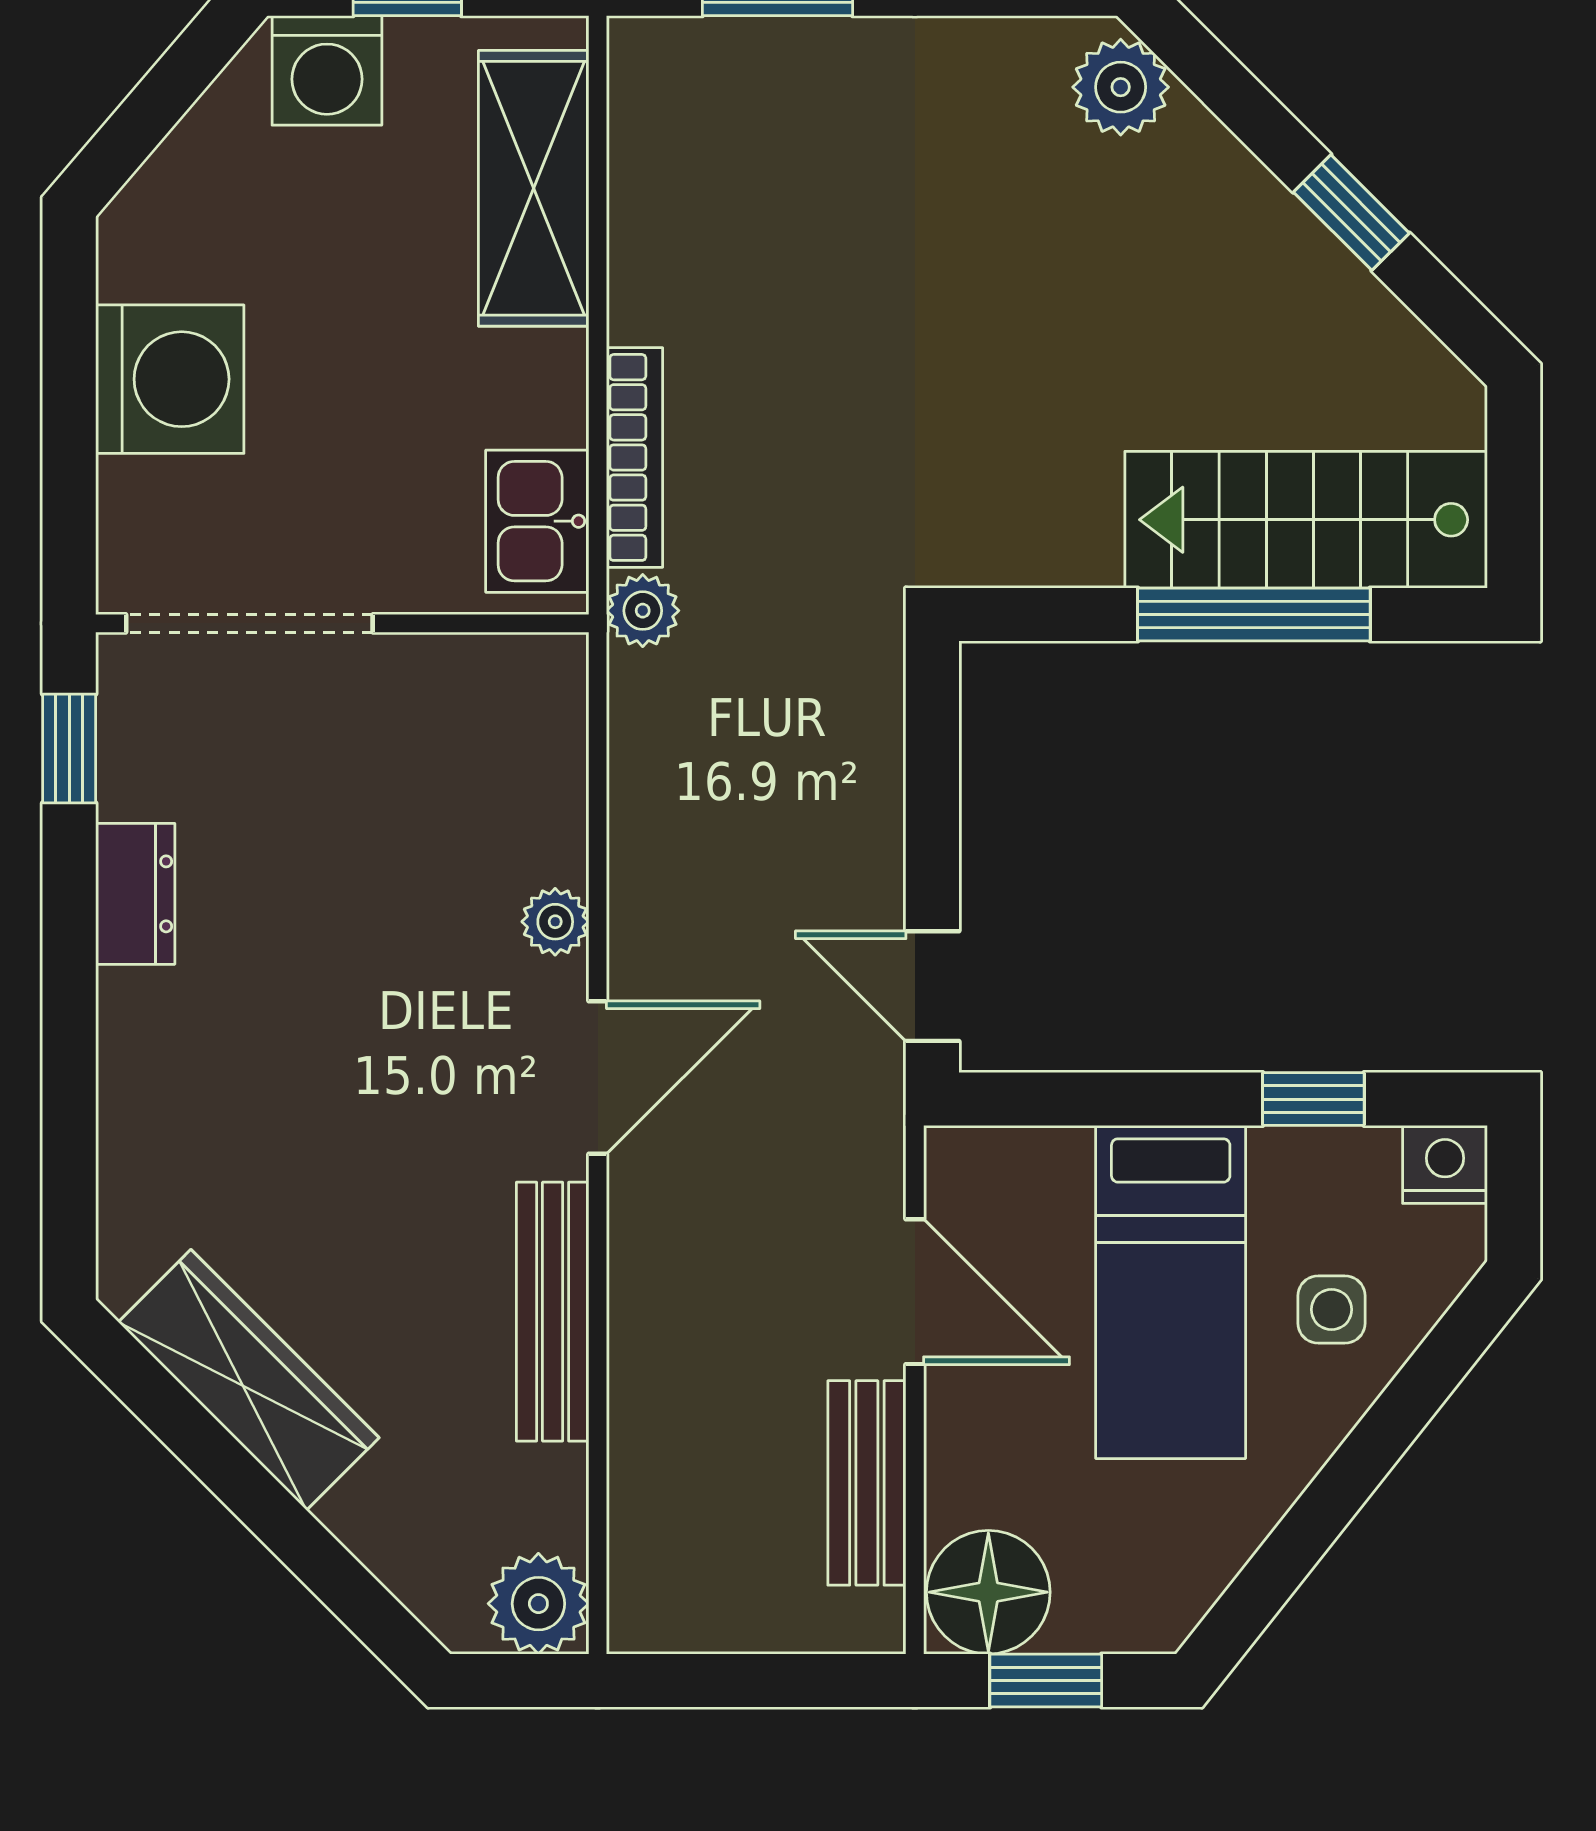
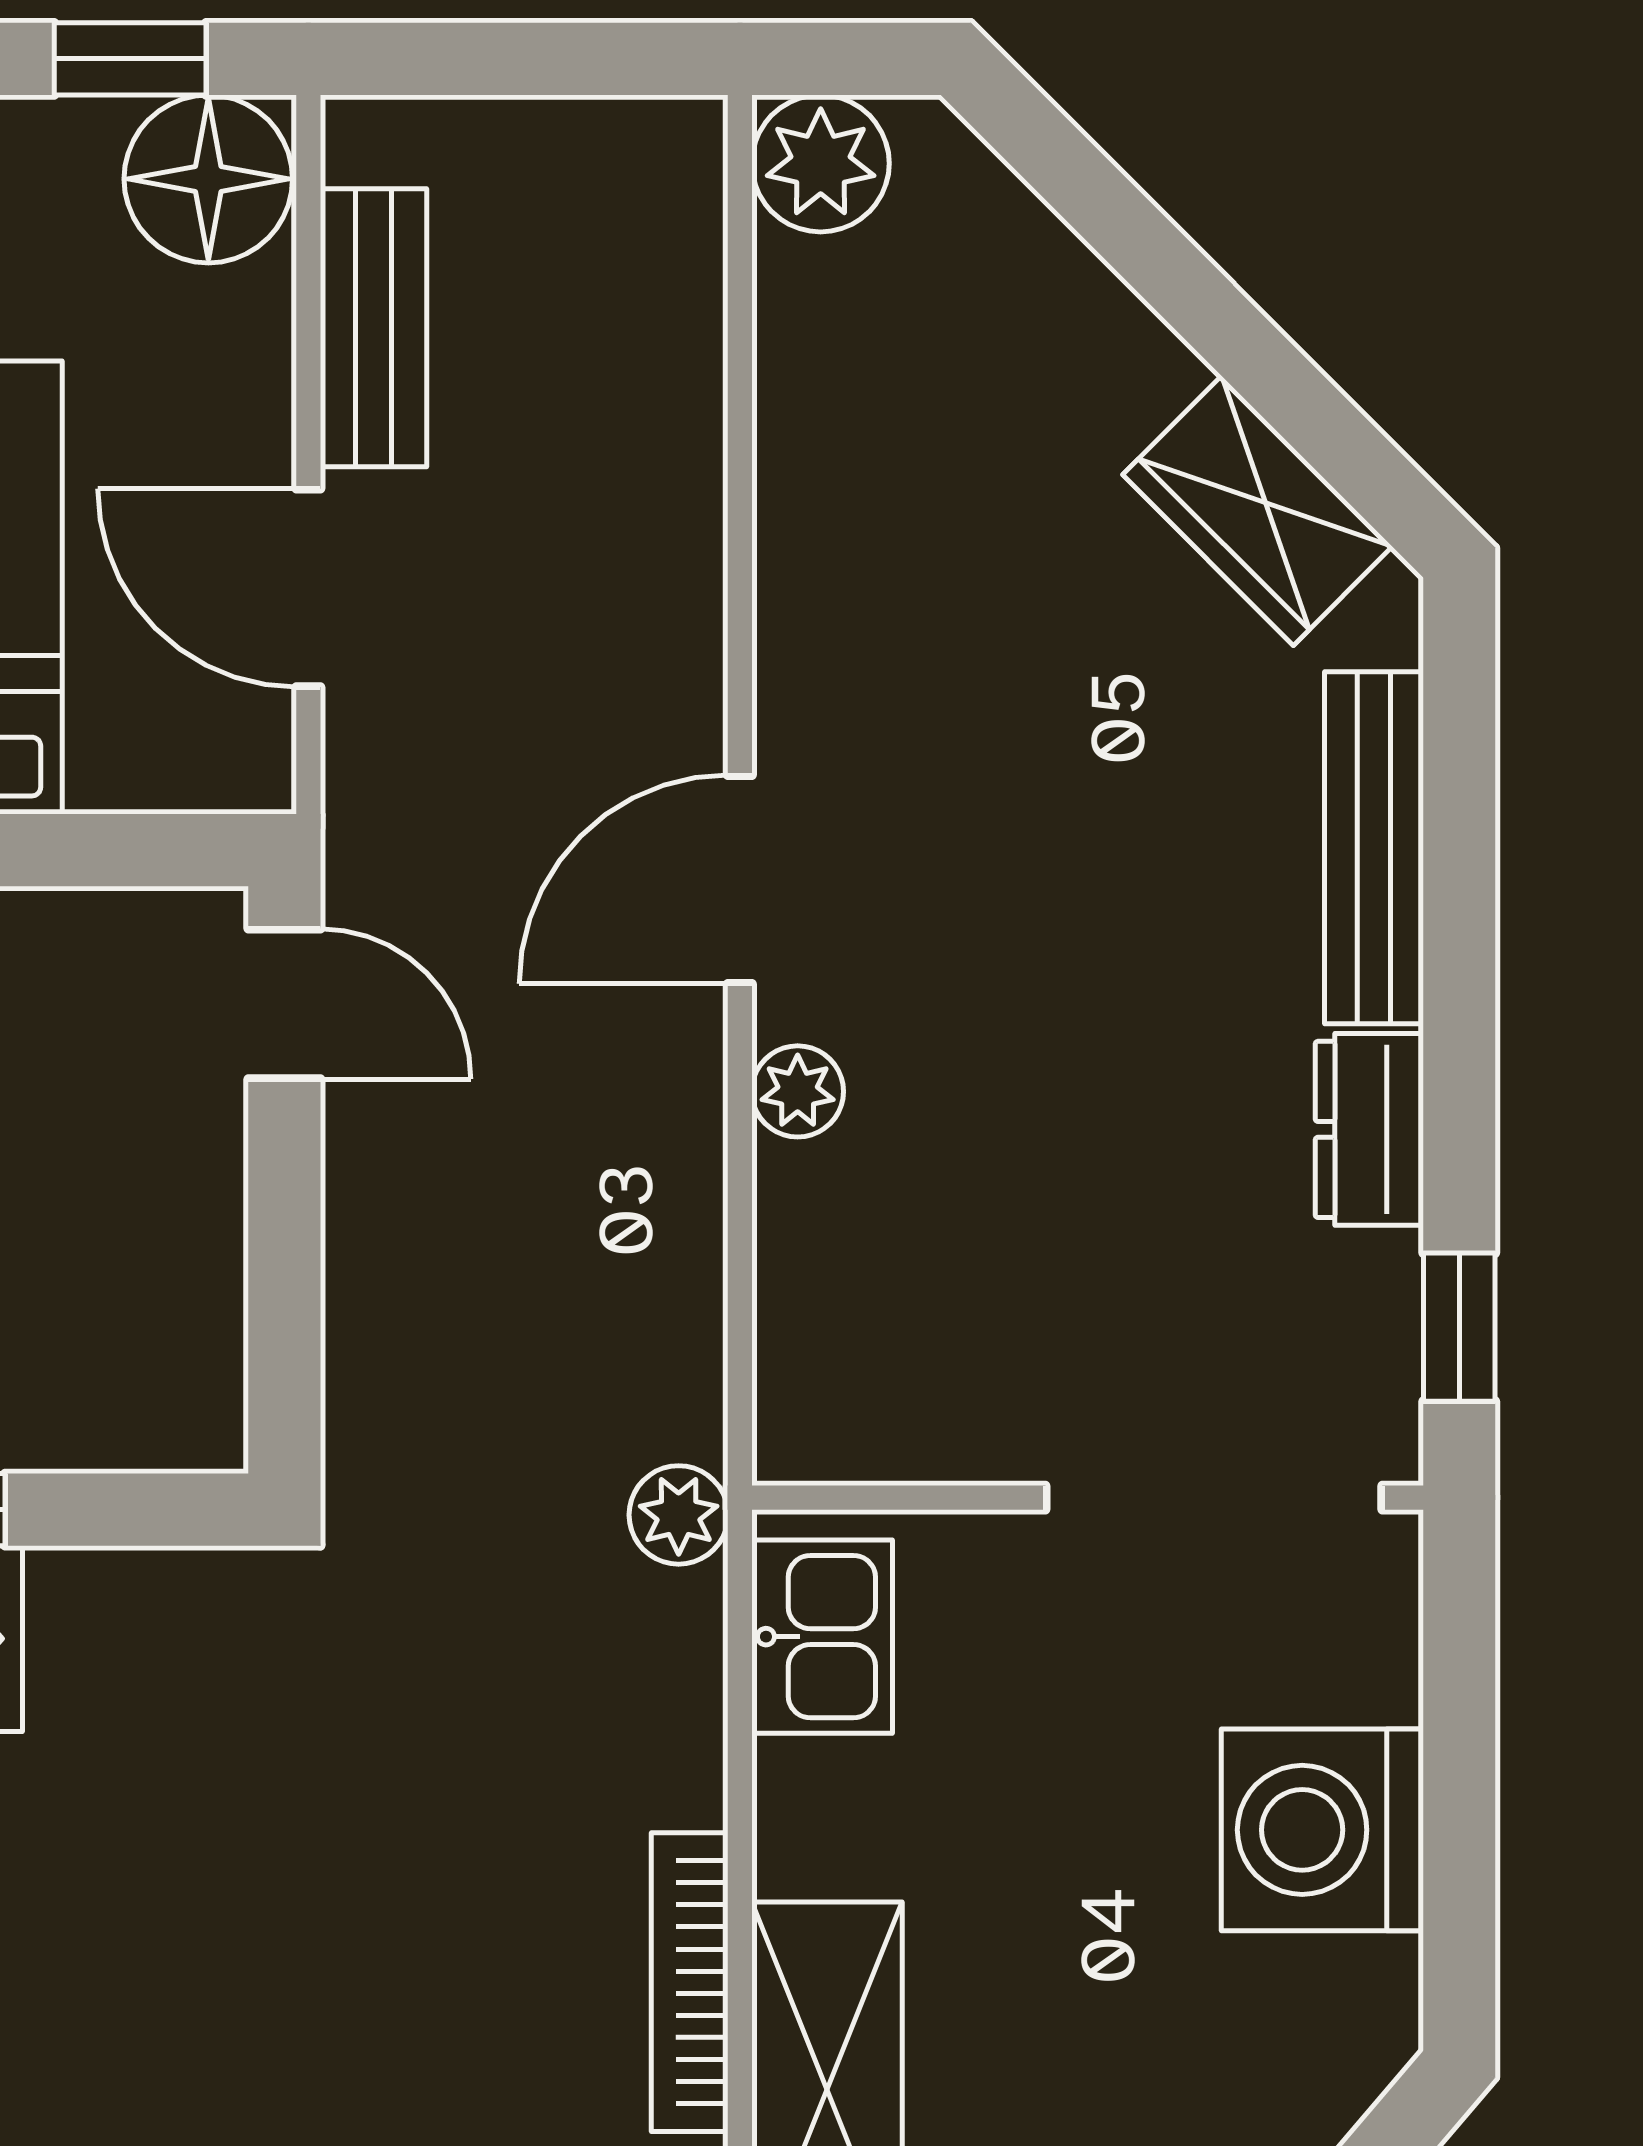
bookcase: (635, 457) -> (690, 1982), moved
bench: (553, 1312) -> (1374, 848), moved
wardrobe: (249, 1380) -> (1258, 511), width x0.67

